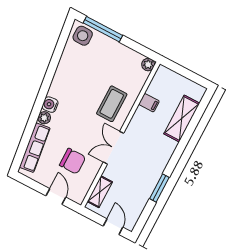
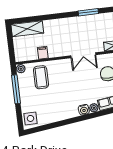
window: (103, 29) -> (16, 89), moved
coffee table: (112, 104) -> (41, 77), moved, turned 90
shelving: (182, 119) -> (27, 29), moved

